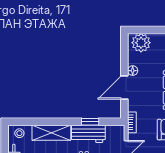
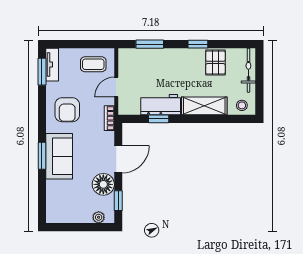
plant: (141, 43) -> (99, 217), width x0.53, depth x0.53
window: (124, 52) -> (118, 201), added
floor lamp: (133, 71) -> (103, 184), width x1.89, depth x1.89

